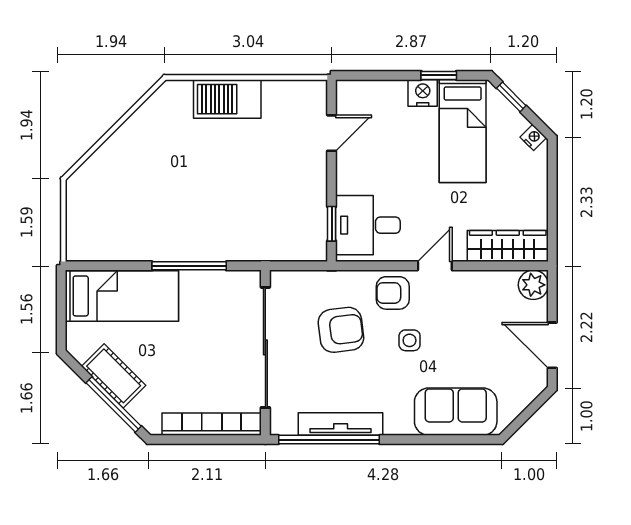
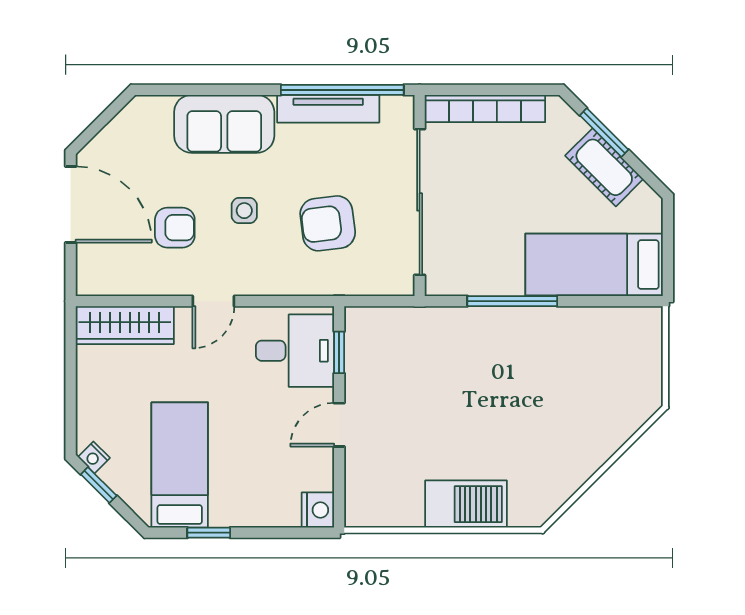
nightstand: (423, 93) -> (318, 510), moved, turned -90
window: (511, 97) -> (99, 485), moved
door: (332, 133) -> (339, 425), moved
plant: (533, 285) -> (94, 278), removed
armchair: (393, 293) -> (175, 228), moved
door: (552, 345) -> (71, 205), width x1.36
window: (114, 405) -> (604, 132), width x0.69
sofa: (456, 412) -> (224, 124), moved

